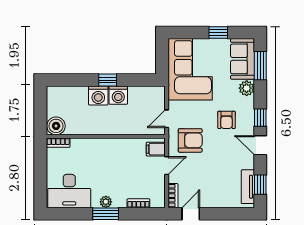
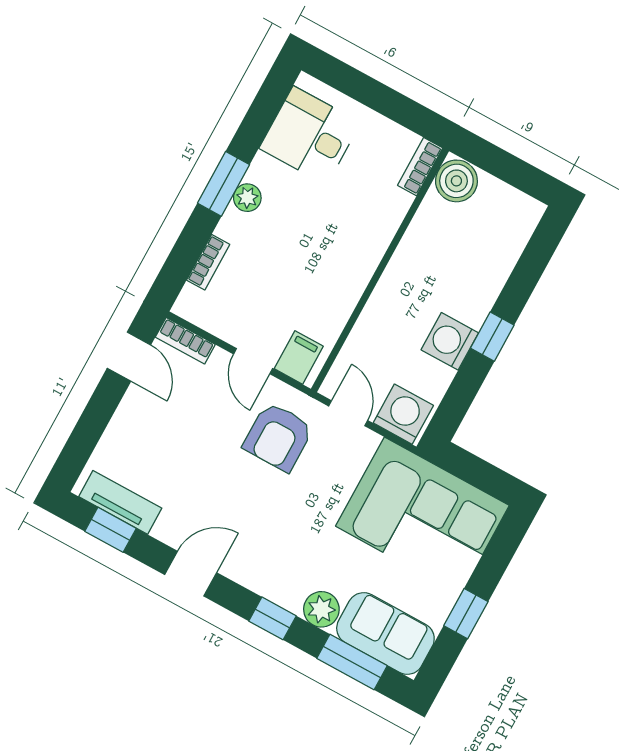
washing machine: (98, 96) -> (403, 414), moved, turned 90
window: (260, 118) -> (272, 618), moved
armchair: (226, 120) -> (279, 533), removed
desk: (69, 191) -> (310, 135), width x0.73

